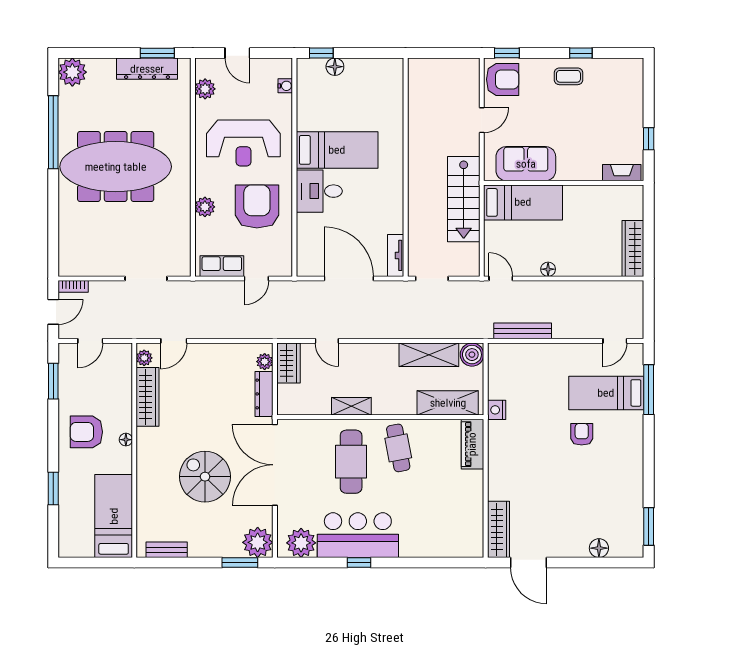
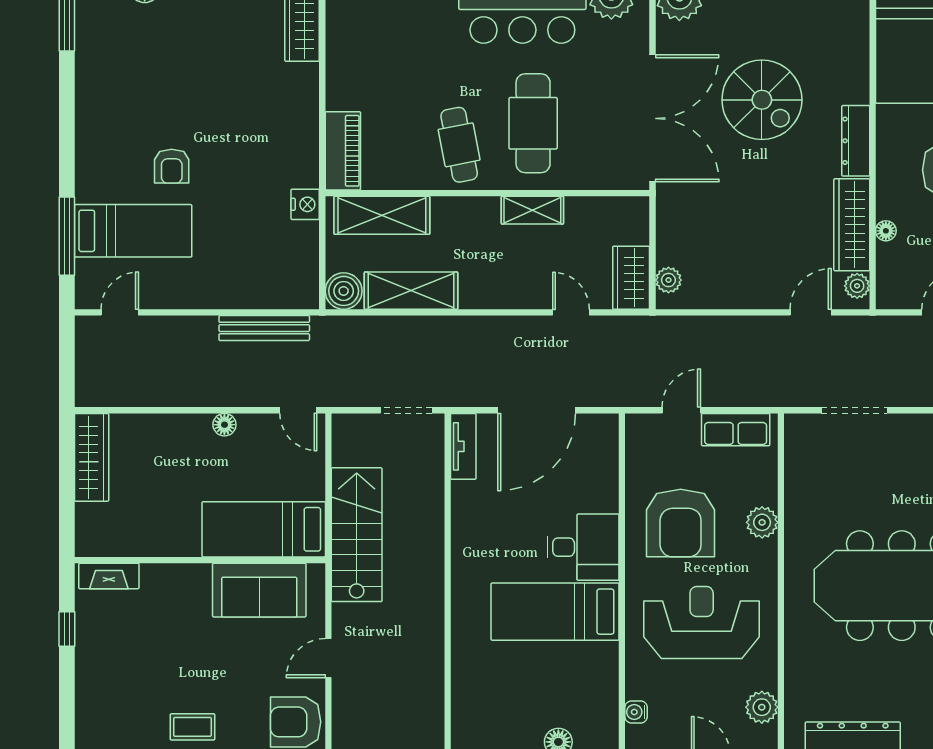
door: (349, 278) -> (537, 410), hinge flipped
dresser: (264, 394) -> (856, 141), moved, turned 180
floor lamp: (126, 440) -> (886, 231), moved

